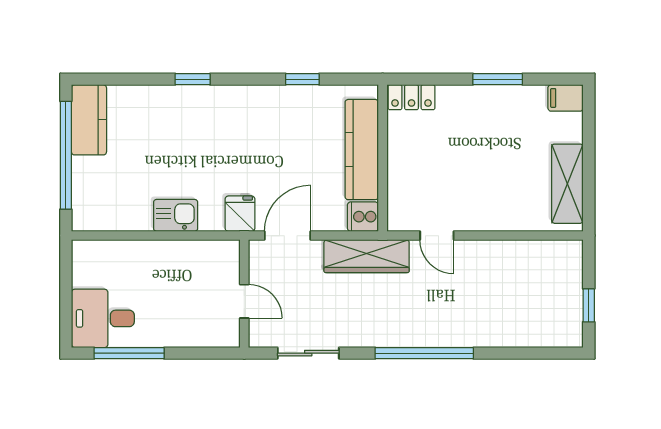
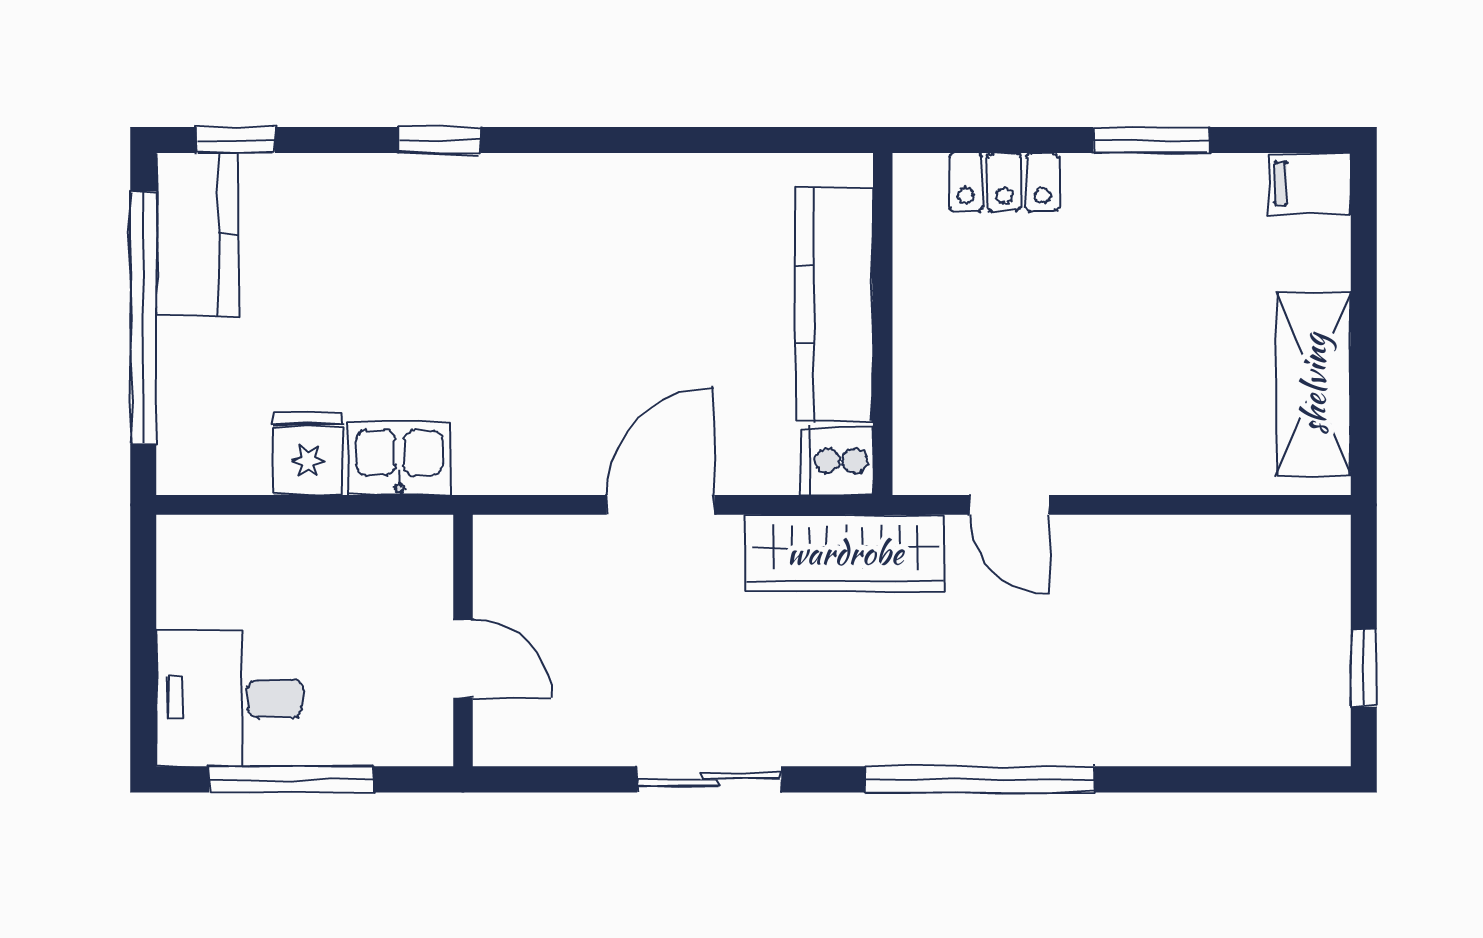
window: (302, 79) -> (236, 140), moved
locker: (412, 97) -> (1004, 182), moved
fridge: (240, 214) -> (308, 454), moved
wall: (244, 294) -> (463, 641), moved
door: (244, 301) -> (463, 659), moved

